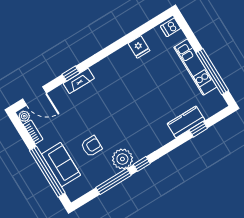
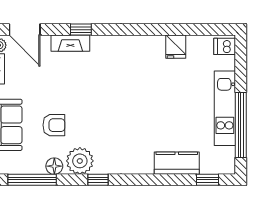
fireplace: (79, 81) -> (70, 43), moved
window: (198, 129) -> (208, 180), moved
floor lamp: (108, 172) -> (54, 166), added
window: (113, 181) -> (32, 180), moved

